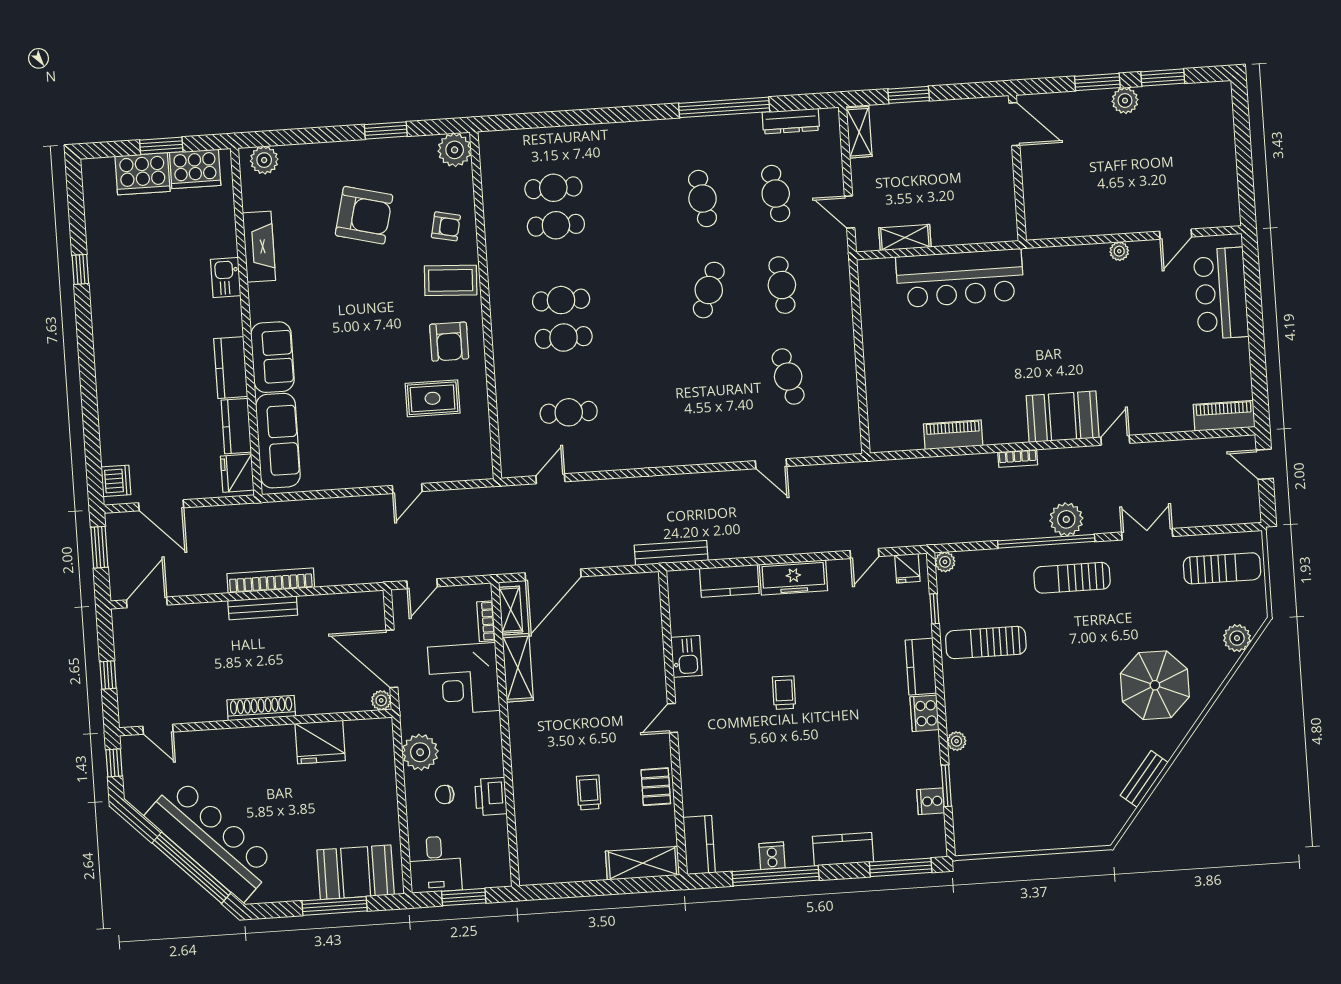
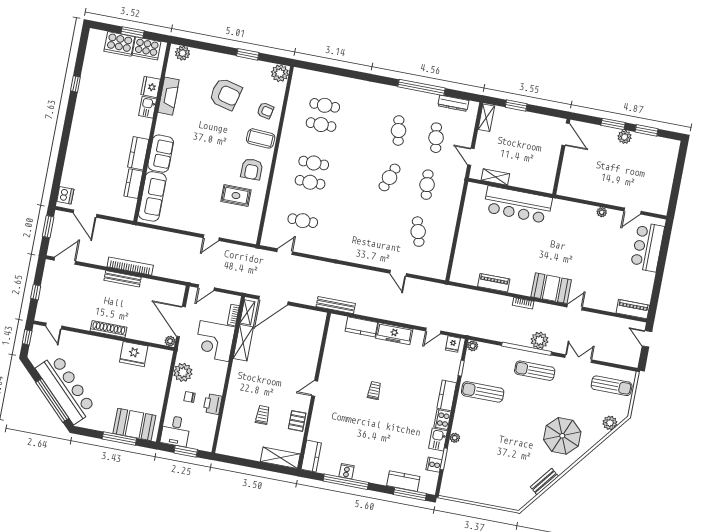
fridge: (237, 473) -> (151, 87), moved
kitchen sink: (686, 656) -> (438, 439), moved, turned 180
kitchen counter: (843, 849) -> (403, 481), moved

